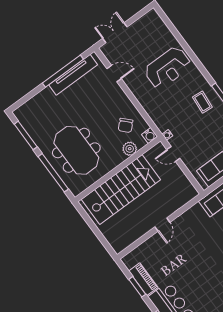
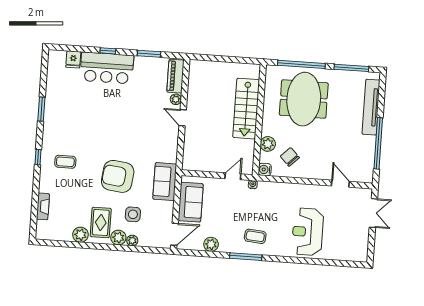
door: (114, 74) -> (340, 184), swing flipped
tv unit: (73, 75) -> (371, 107), moved
meeting table: (76, 150) -> (304, 99), turned 90
stairs: (121, 189) -> (246, 109), width x0.73, depth x0.66
plant: (153, 241) -> (176, 99), added
piano: (143, 279) -> (175, 76), moved, turned 90

